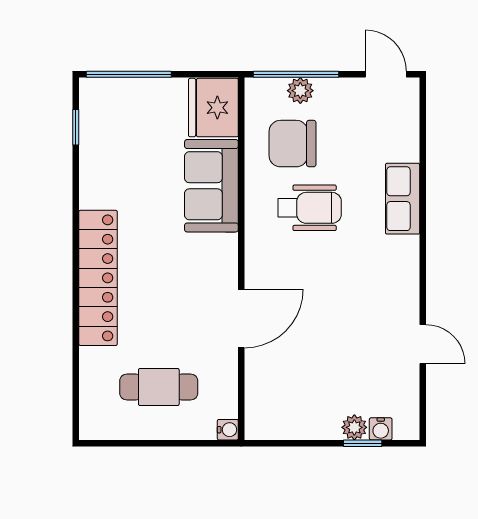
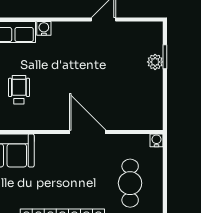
wheelchair: (310, 208) -> (19, 90), width x0.73, depth x0.73
water cooler: (381, 429) -> (44, 28), moved, turned -90

